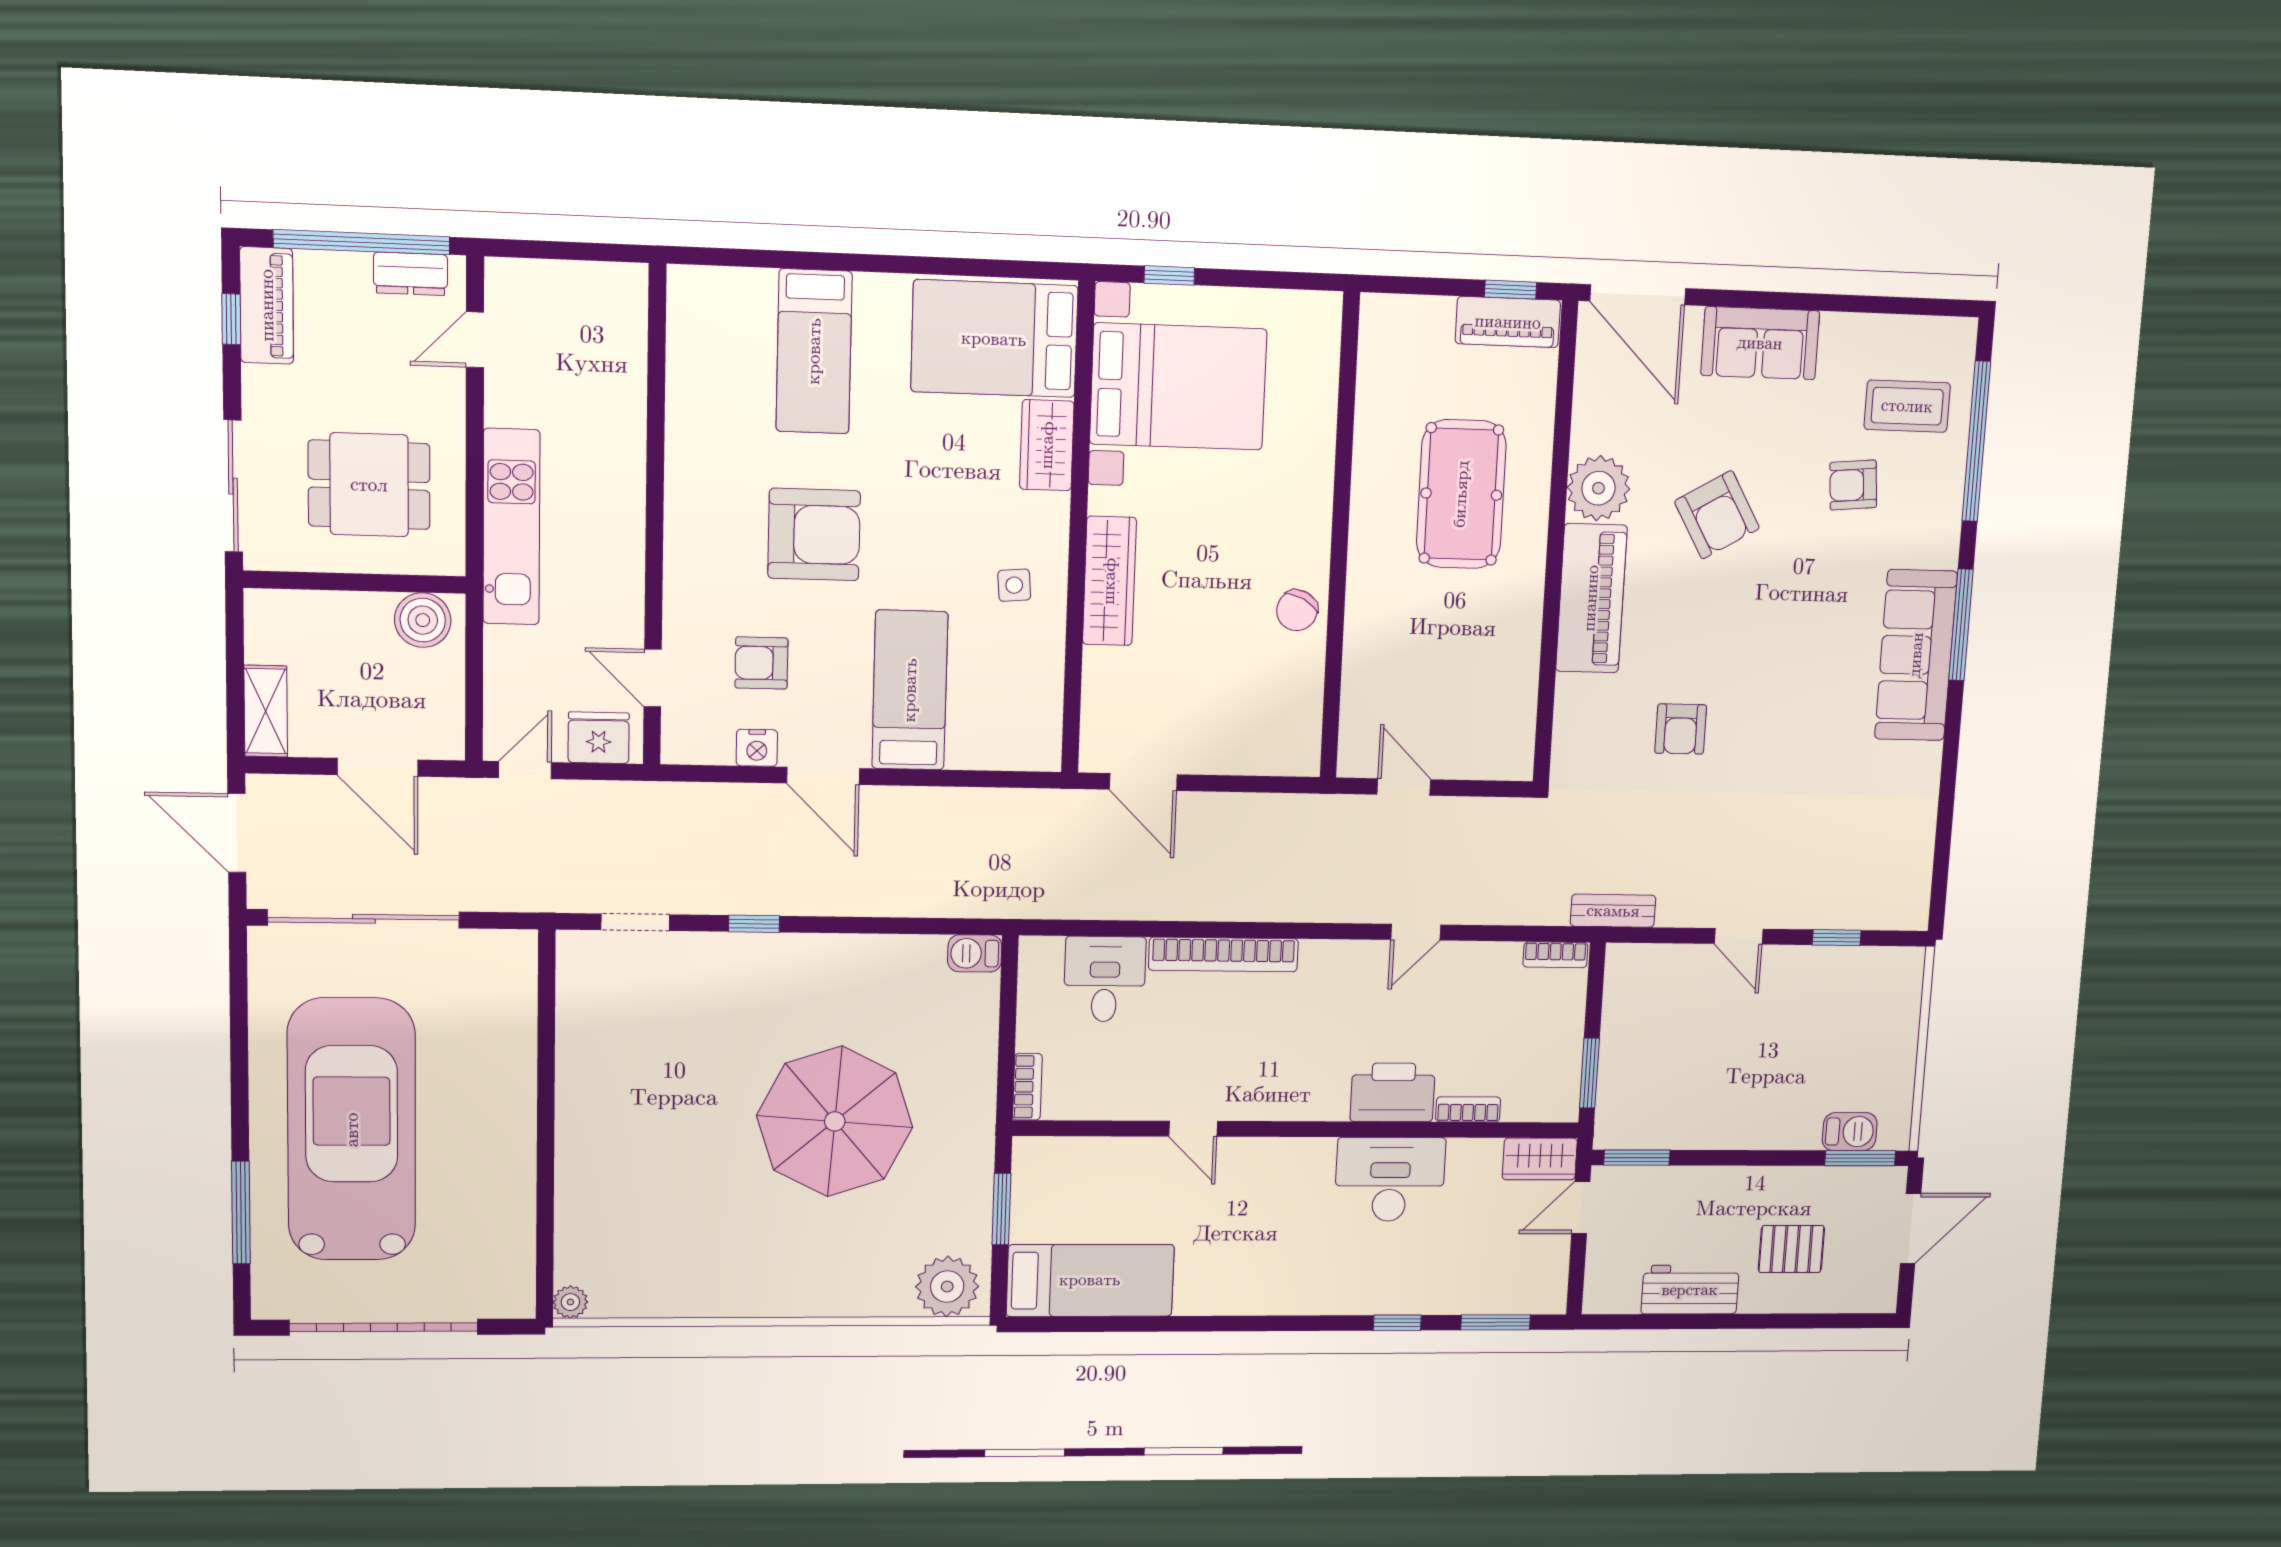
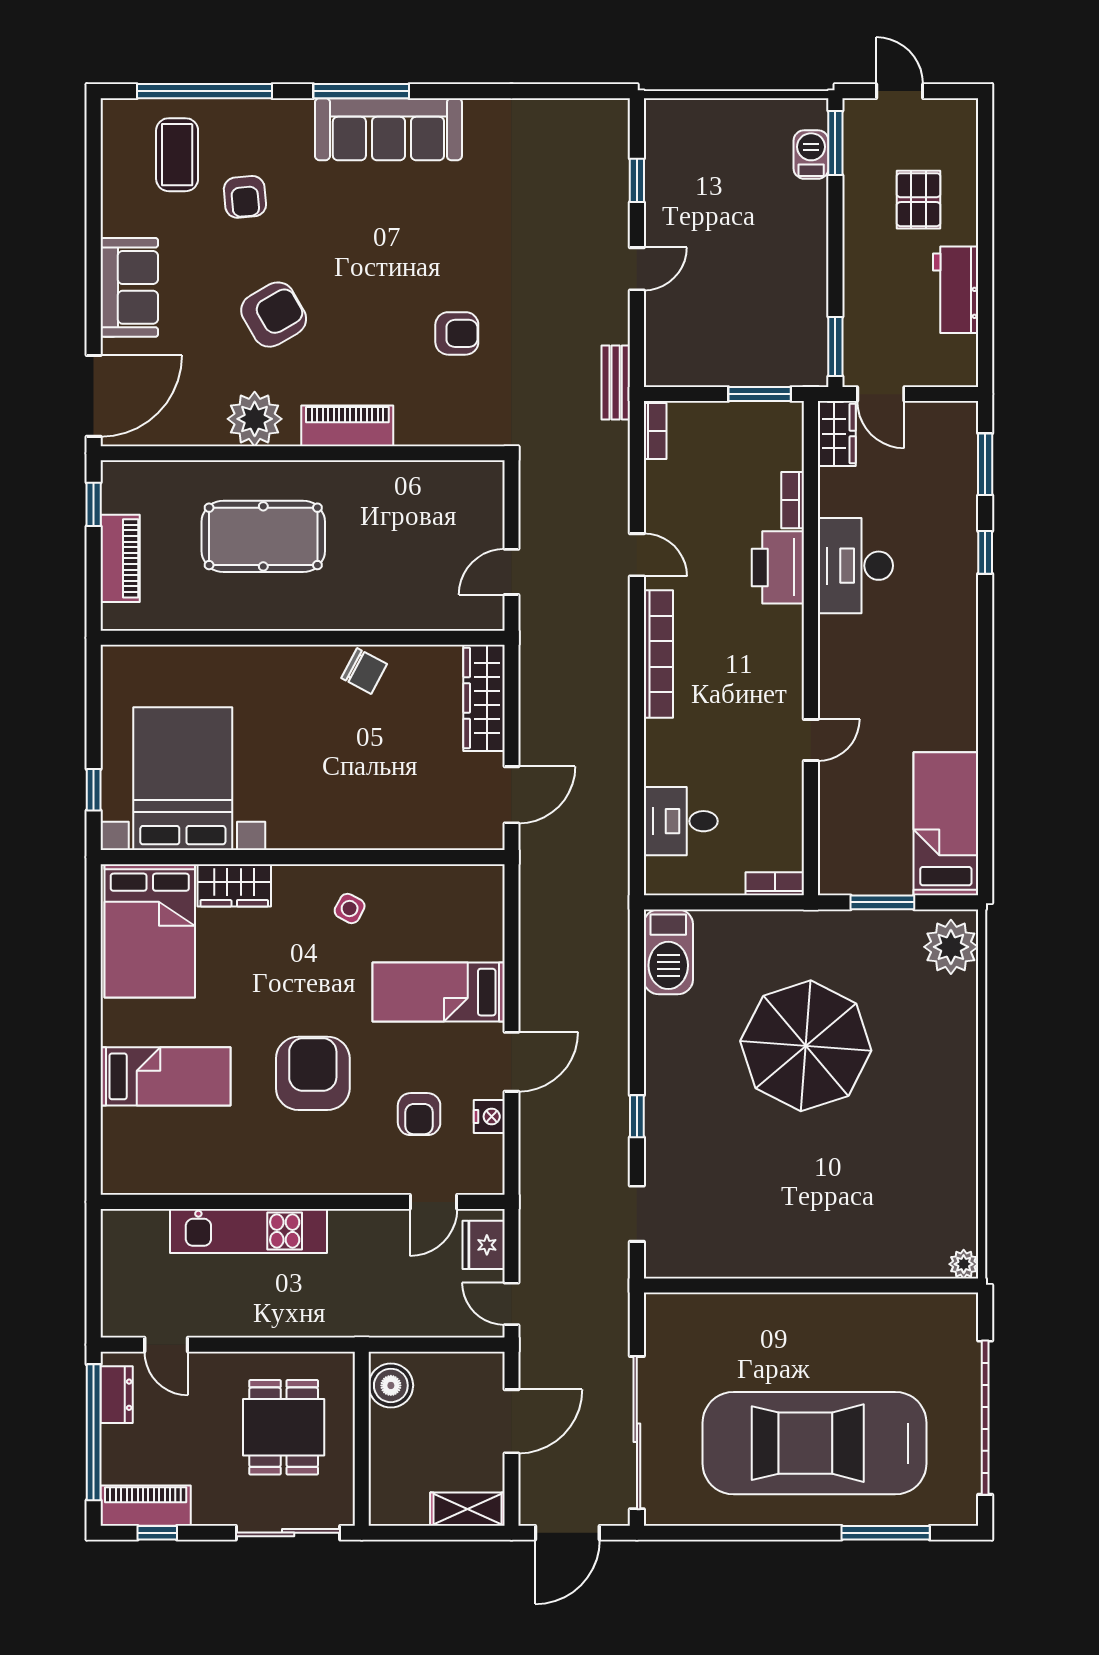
piano: (1508, 322) -> (120, 558), moved
kitchen unit: (511, 527) -> (249, 1231), moved, turned 180
wardrobe: (1109, 581) -> (484, 698), moved, turned -90
side table: (1014, 585) -> (350, 908), turned 33
piano: (1591, 598) -> (347, 426), width x0.73, depth x0.75
barbecue: (975, 953) -> (668, 952), width x1.88, depth x1.53
bookcase: (1223, 955) -> (658, 654), moved
door: (1911, 1228) -> (900, 91), width x0.73

